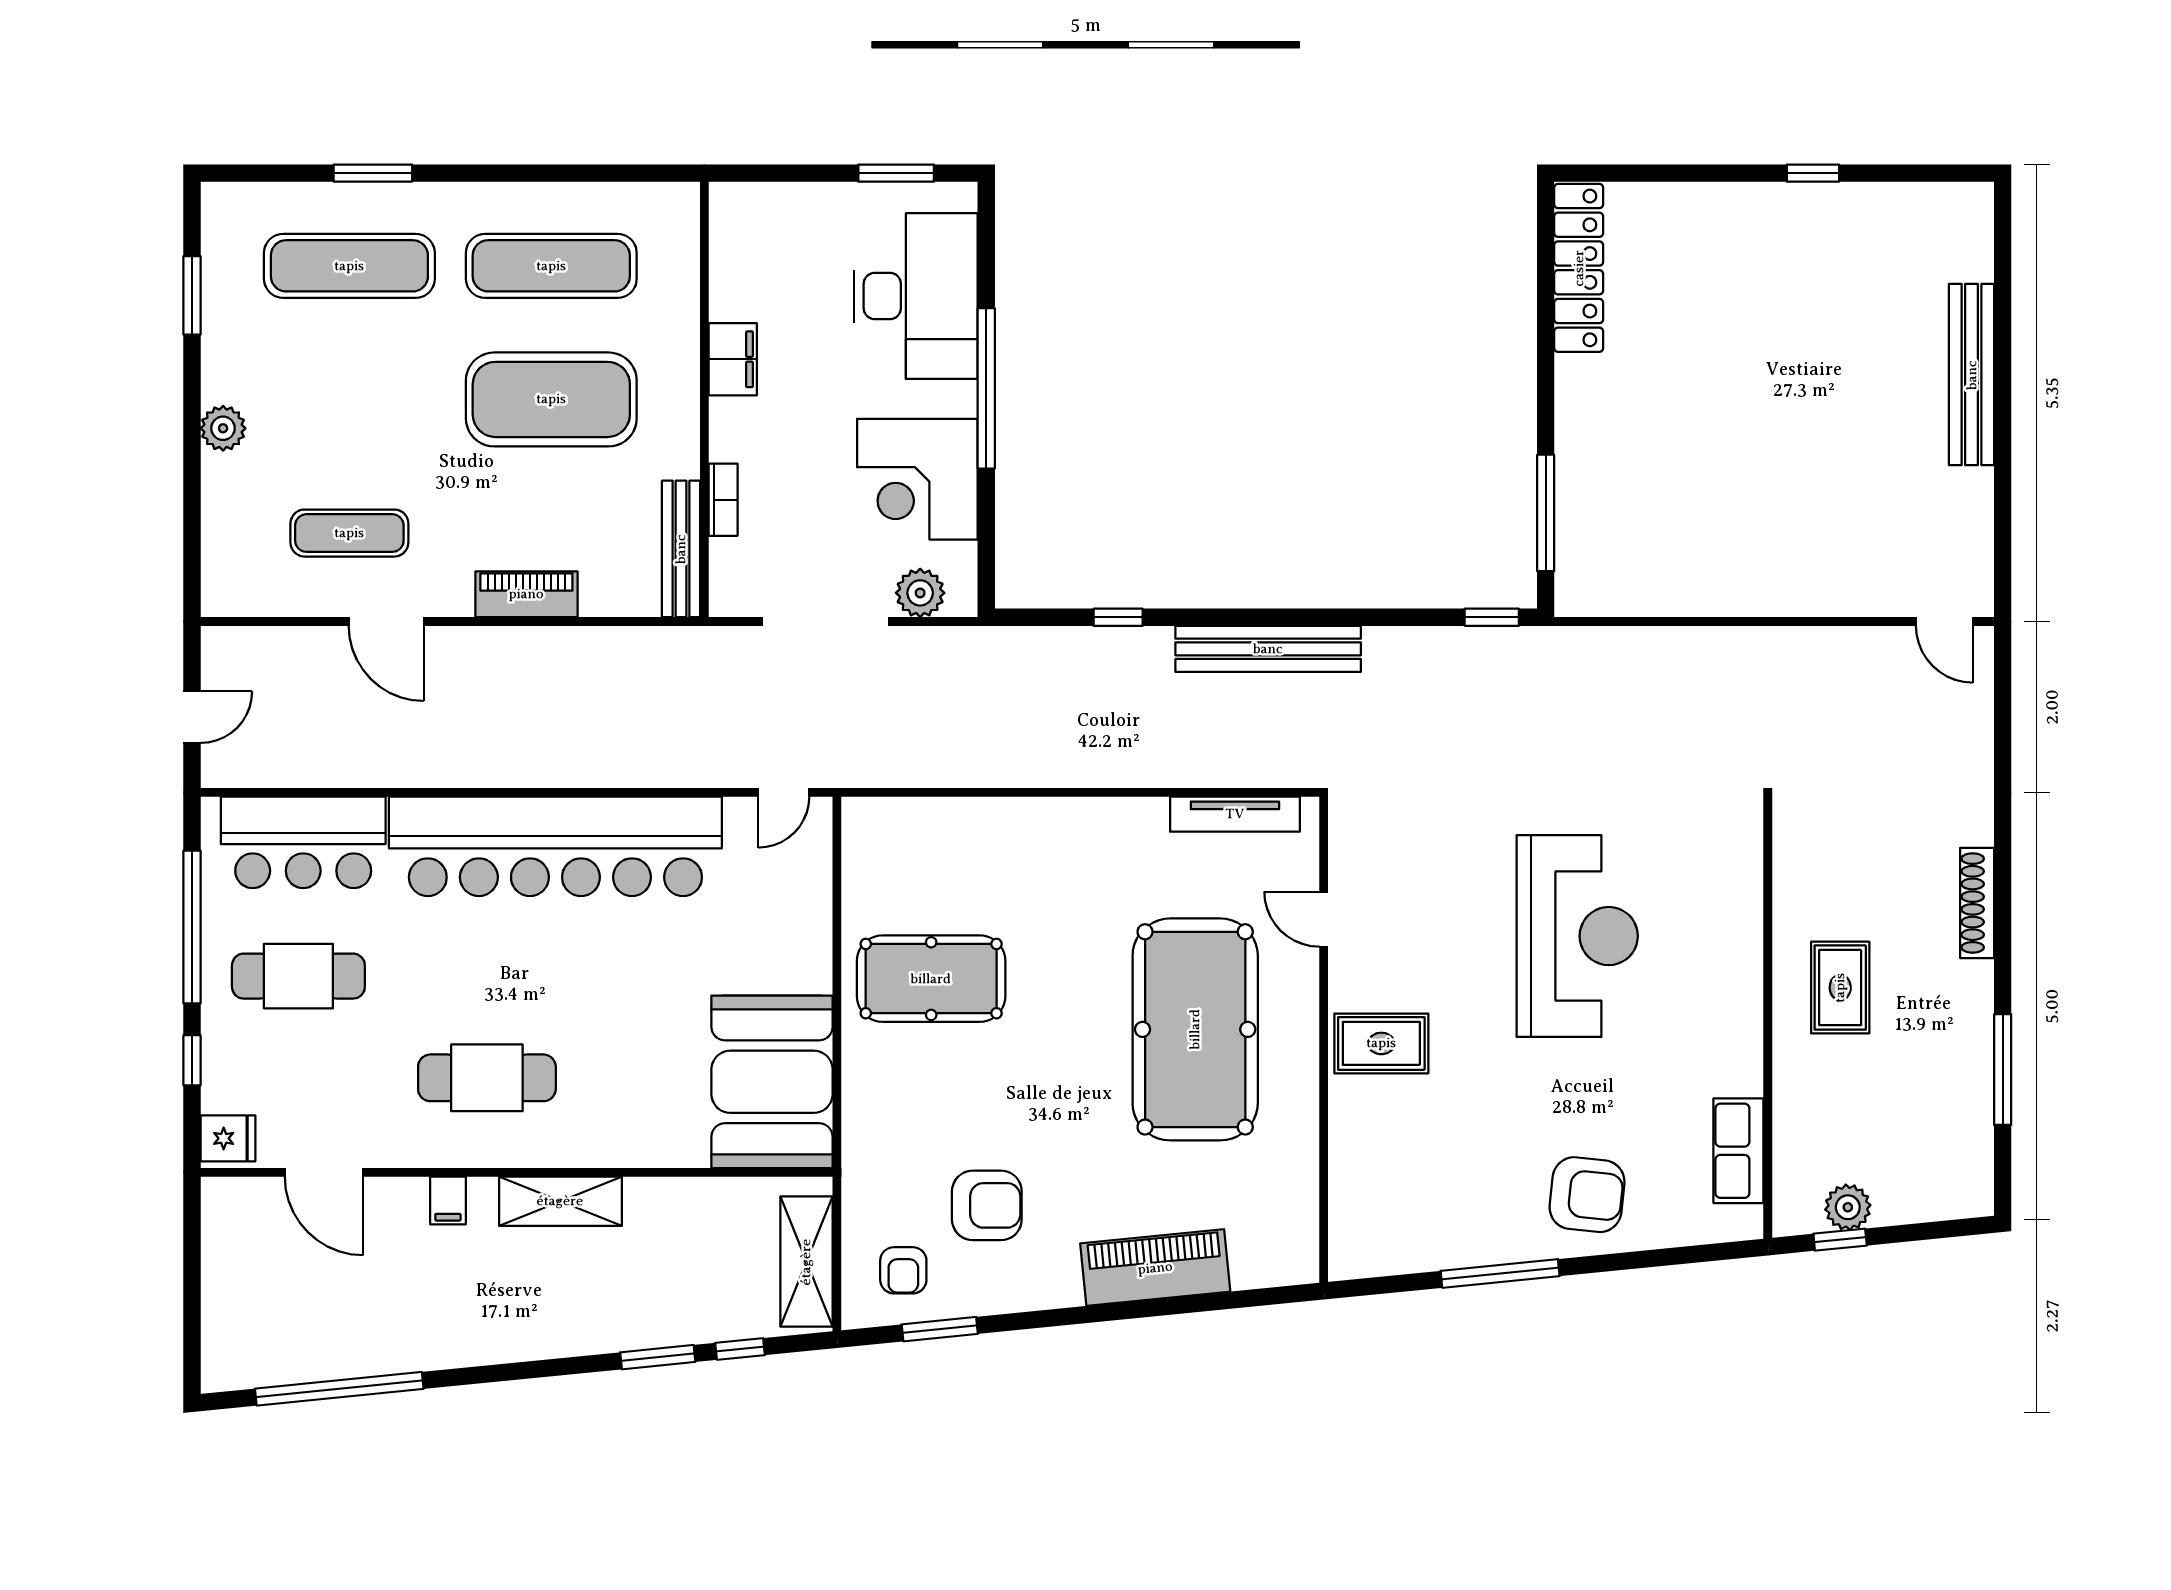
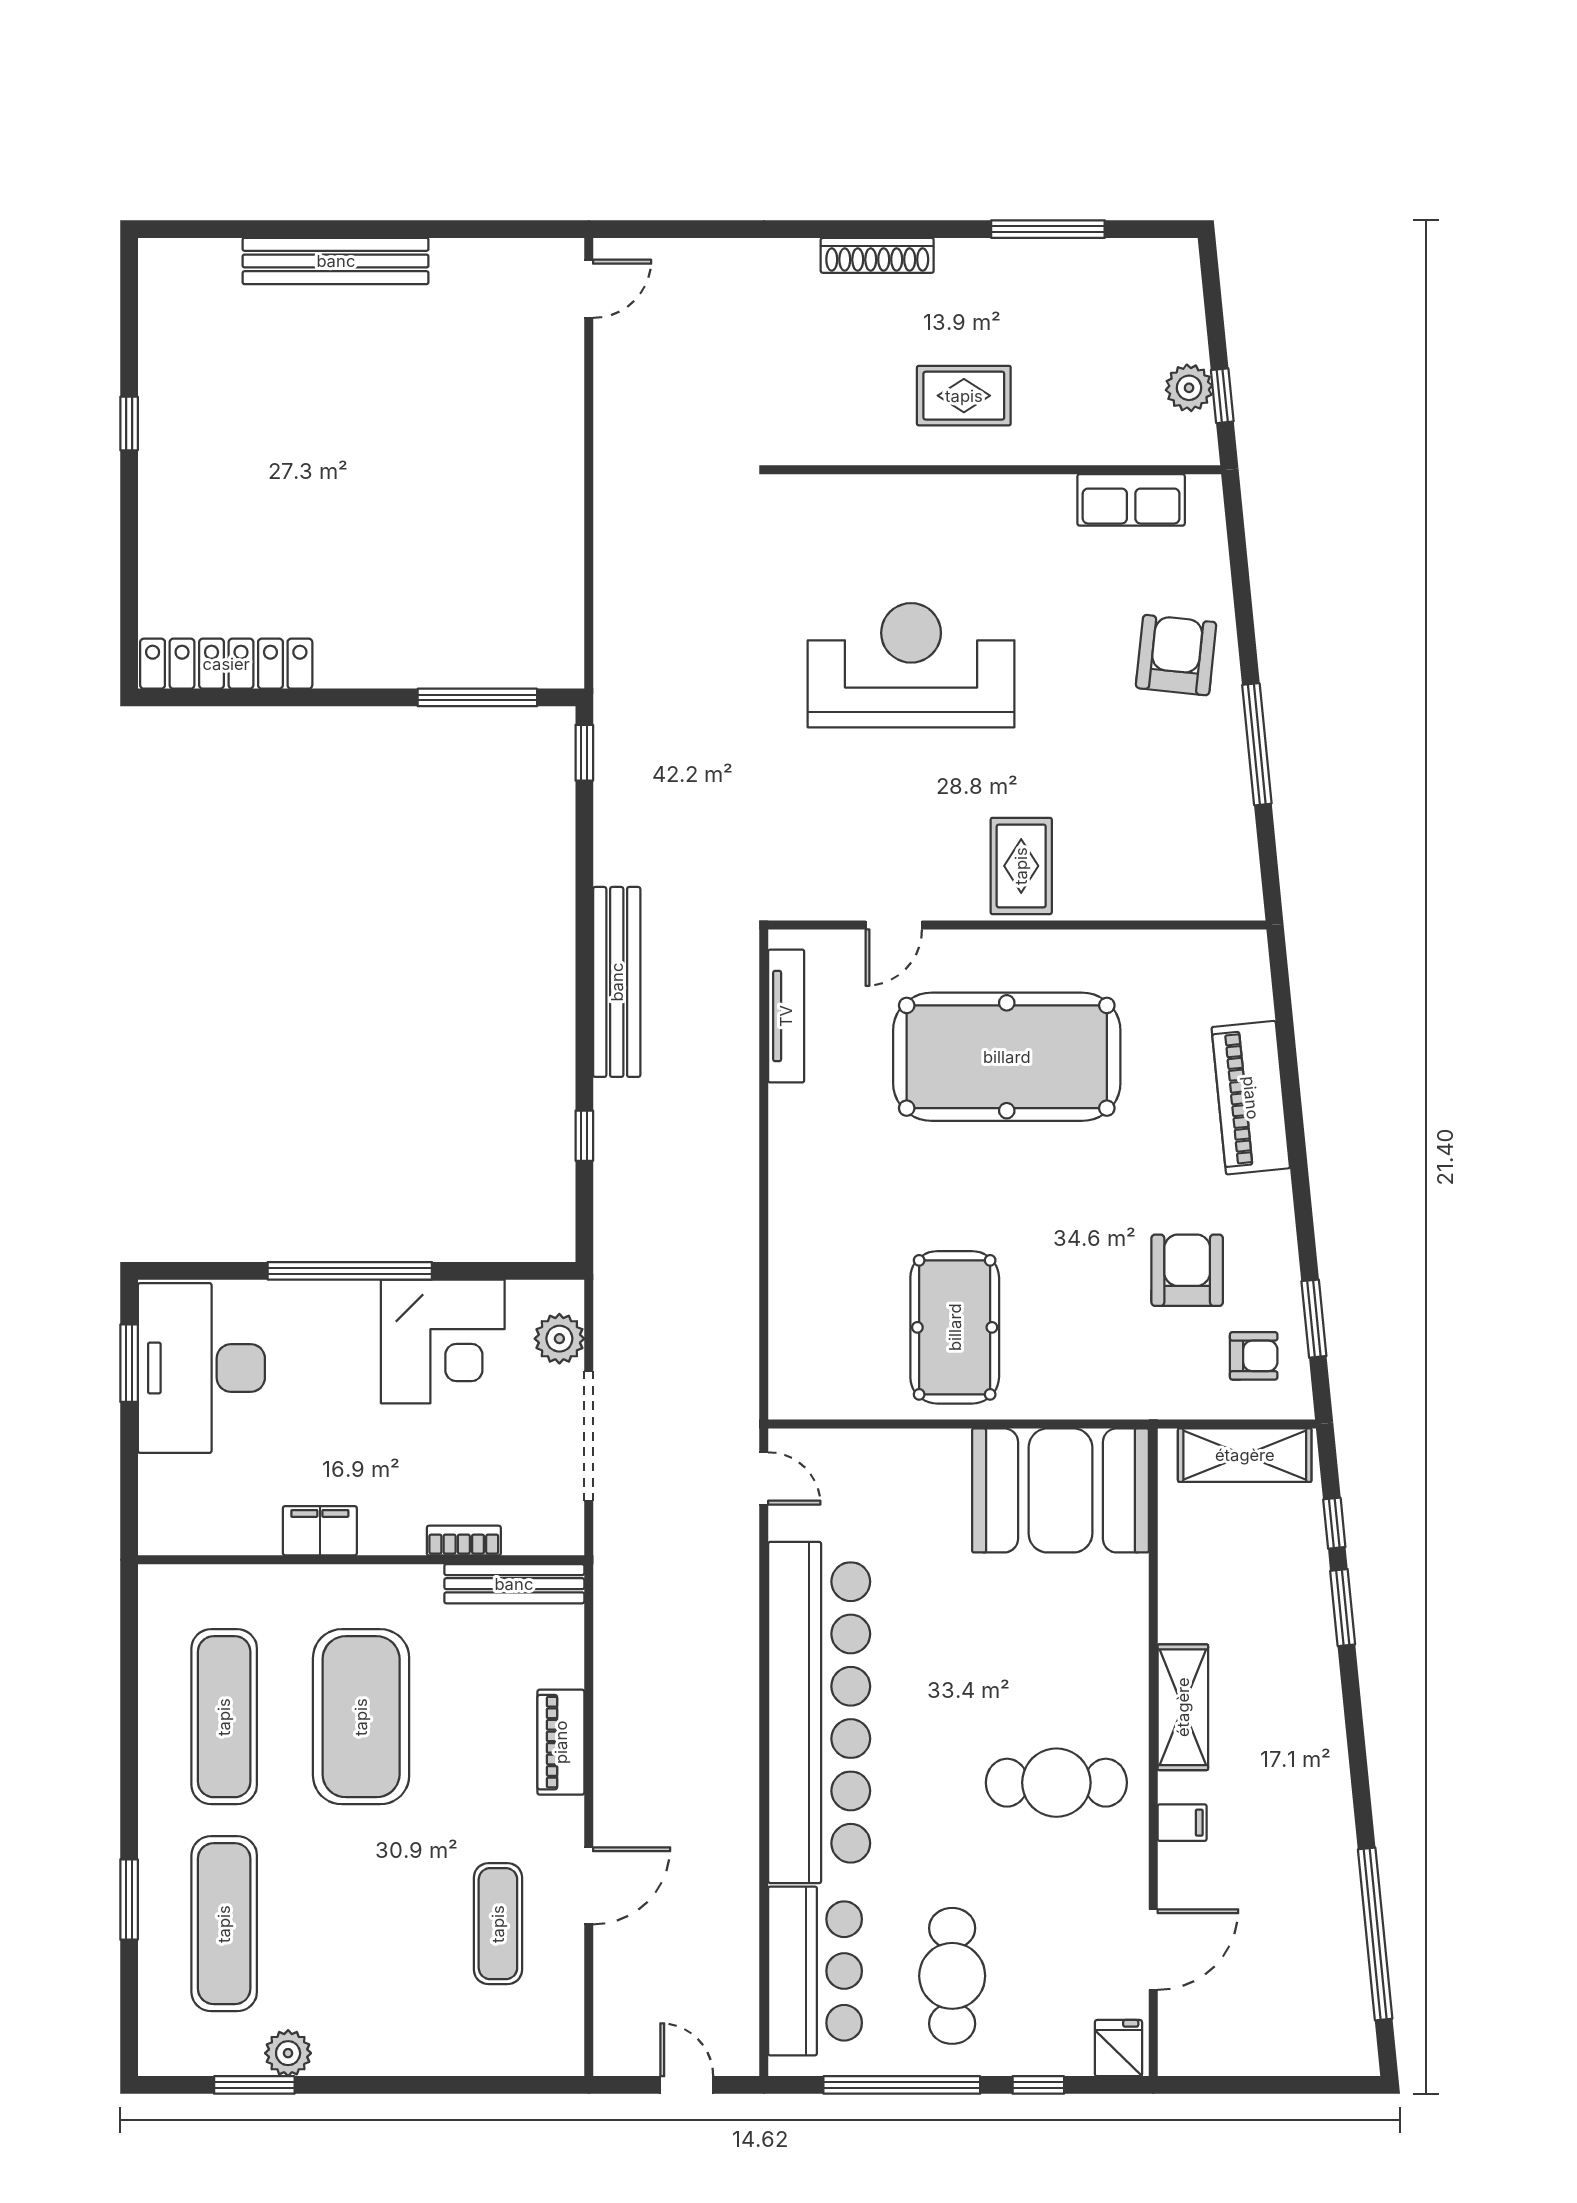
desk: (916, 296) -> (201, 1368), moved, turned -90
plant: (223, 428) -> (288, 2053), moved
cafe table: (487, 1078) -> (1056, 1783), turned 90

